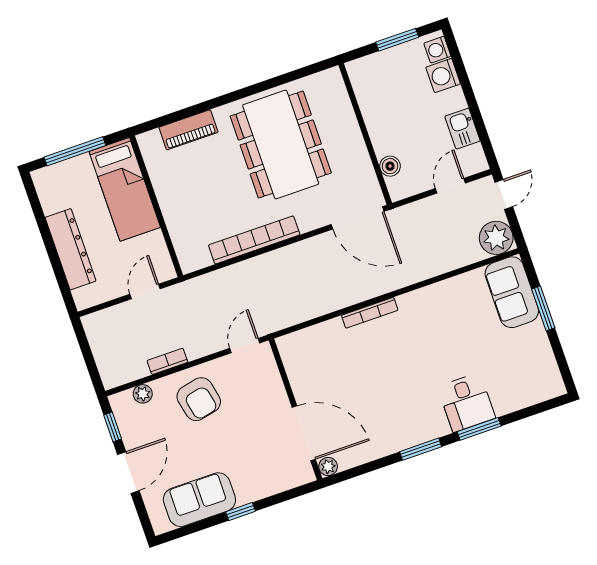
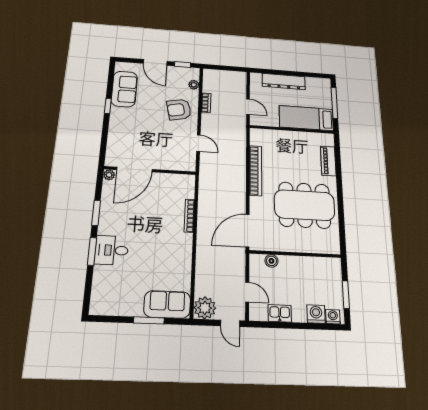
wall: (296, 409) -> (150, 171), moved
door: (304, 433) -> (134, 170), moved
plant: (328, 467) -> (109, 175), moved

